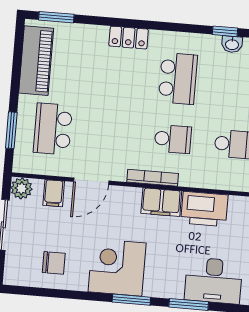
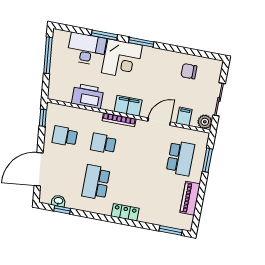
piano: (36, 61) -> (190, 198), width x0.73, depth x0.75
filing cabinet: (161, 202) -> (128, 106), moved
corner desk: (117, 267) -> (122, 59), moved

